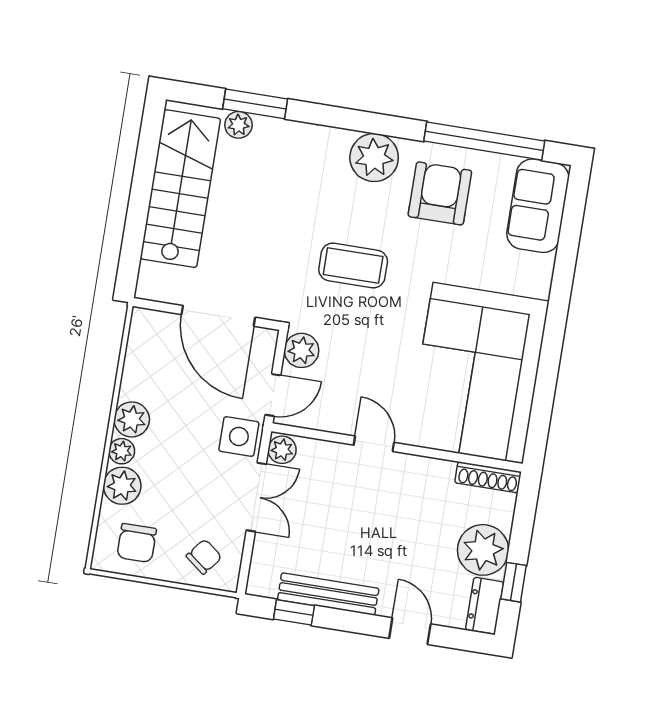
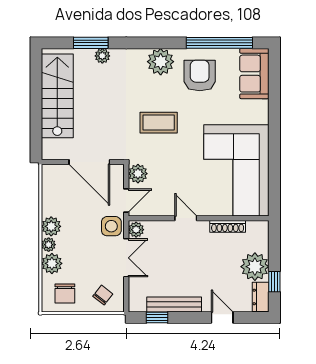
plant: (238, 125) -> (102, 56), moved
shoe rack: (488, 477) -> (228, 226), moved

